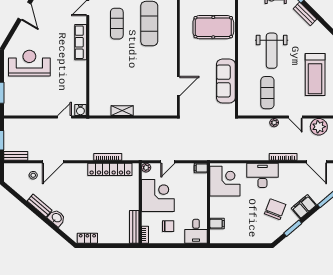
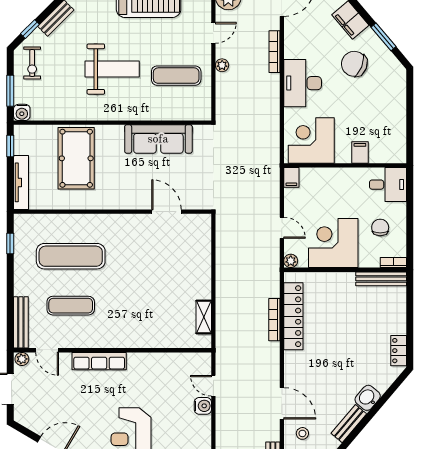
water cooler: (80, 110) -> (203, 406), moved
shelving: (122, 111) -> (204, 317), moved
filing cabinet: (217, 224) -> (360, 152), moved

